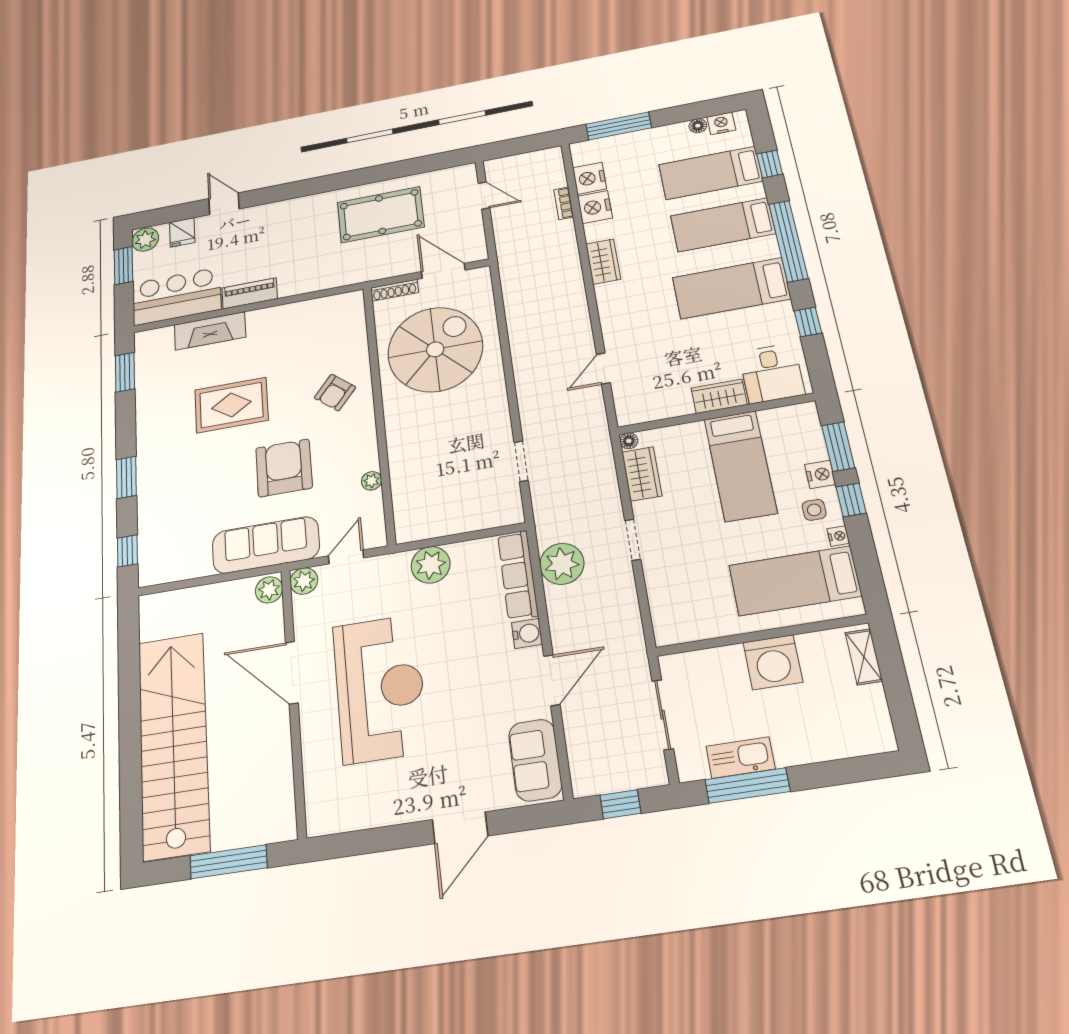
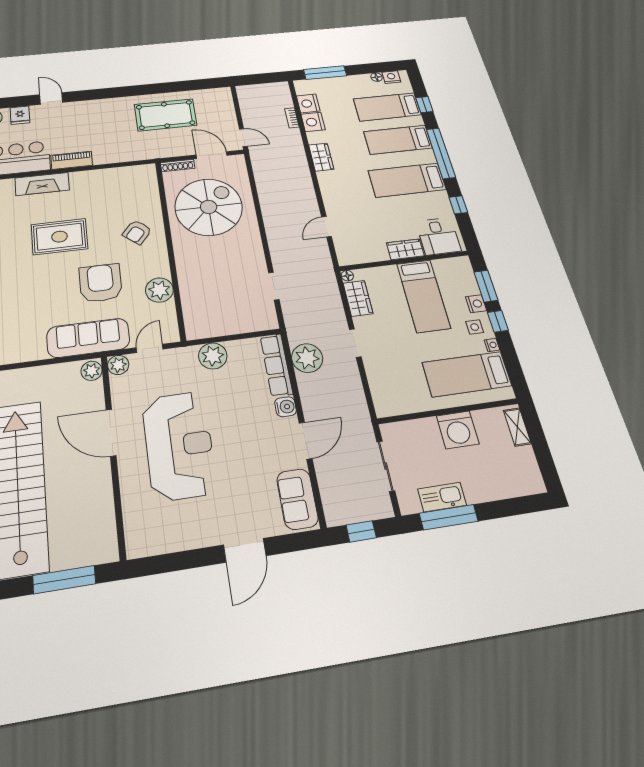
door: (484, 195) -> (243, 138), moved
plant: (371, 481) -> (159, 290), width x1.88, depth x1.88

